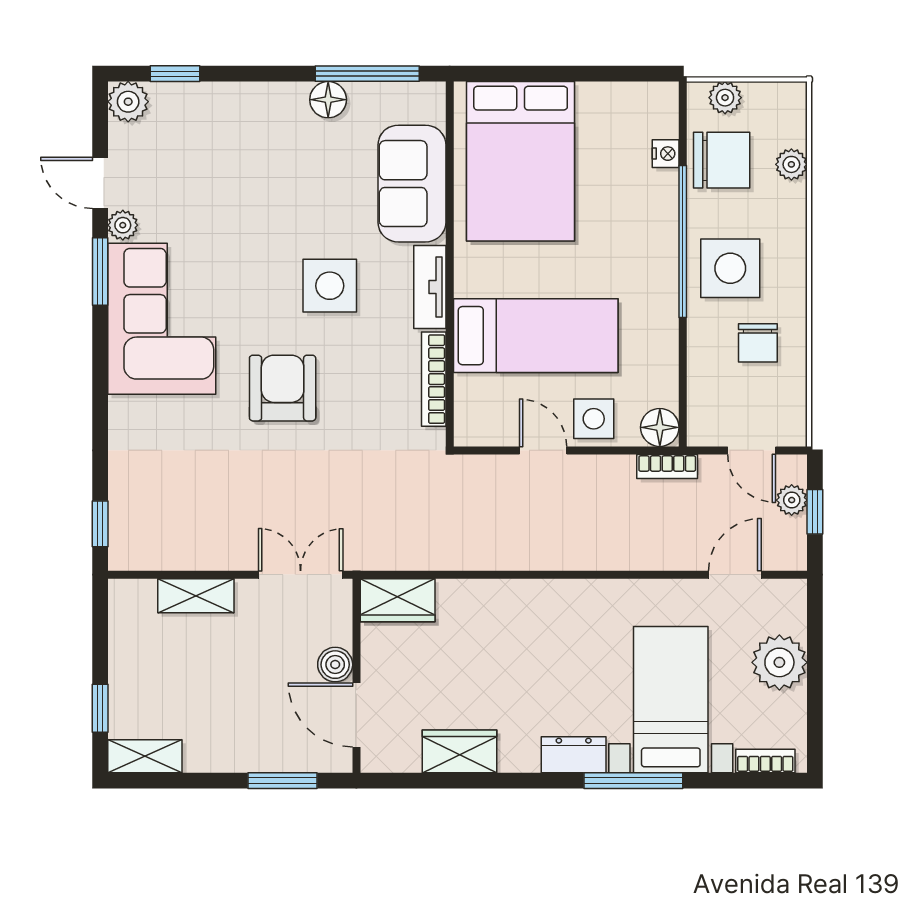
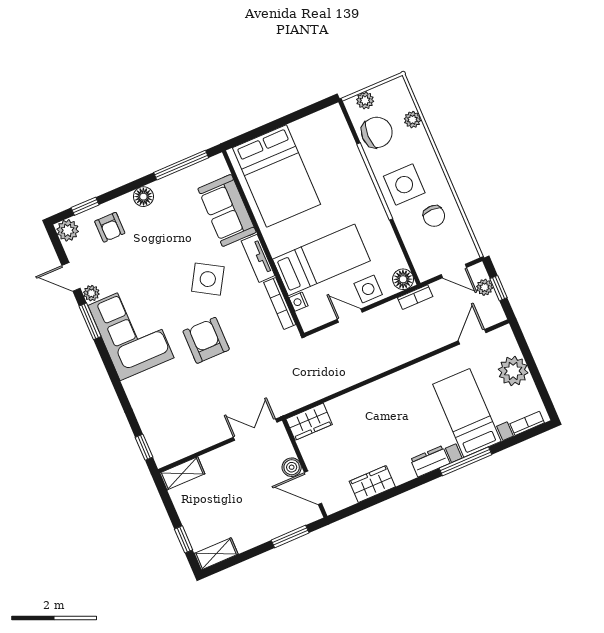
floor lamp: (328, 100) -> (143, 197), moved
armchair: (202, 127) -> (110, 227), added
nightstand: (666, 154) -> (299, 302), moved, turned 180
side table: (330, 286) -> (208, 279), turned 31
shelving: (196, 596) -> (182, 473), moved

